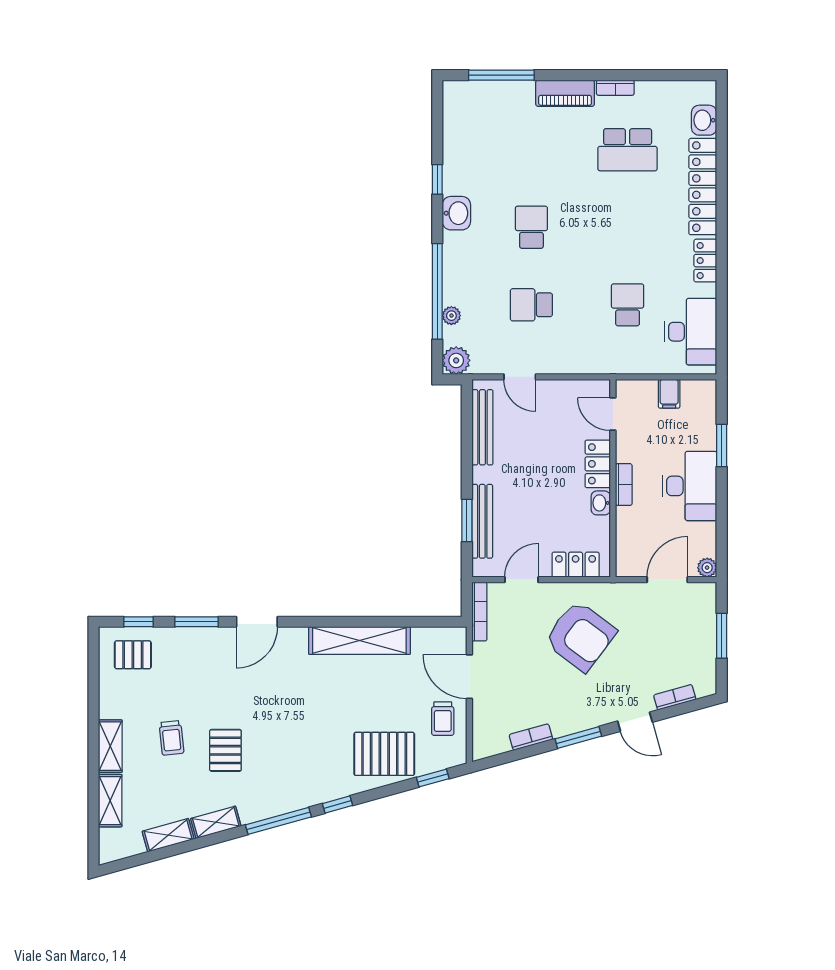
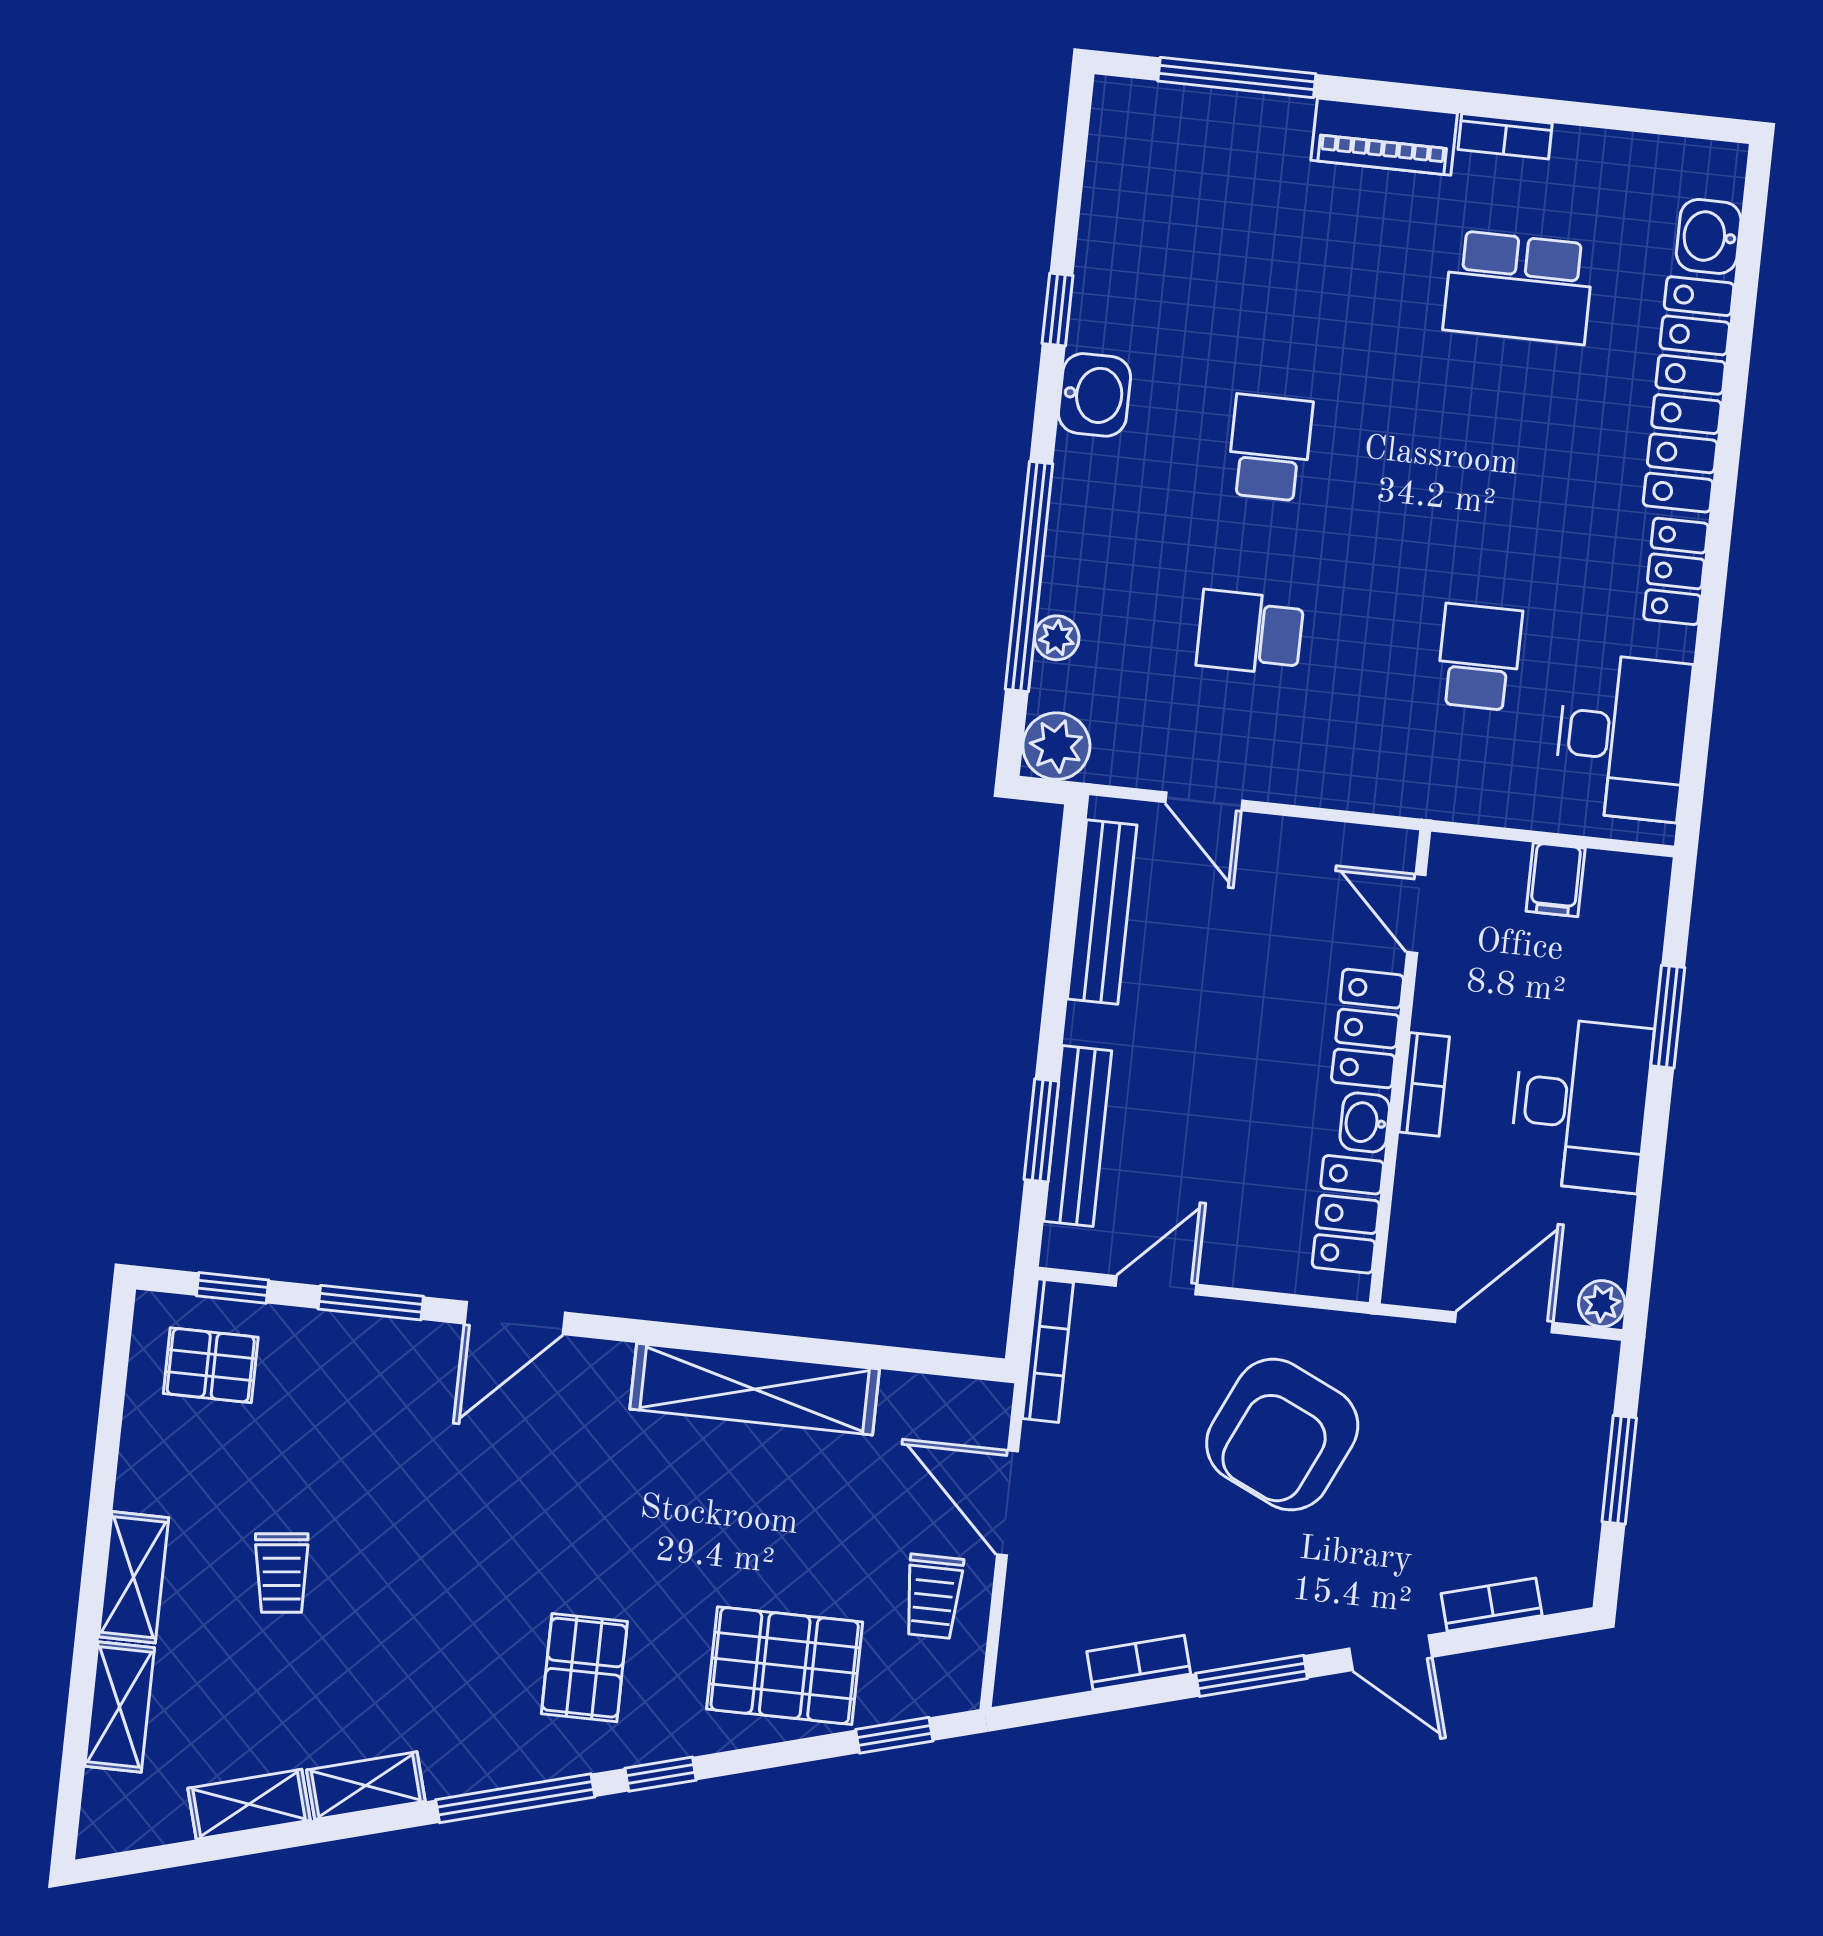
locker: (576, 565) -> (1348, 1214), moved, turned -90
armchair: (580, 636) -> (1282, 1435), turned 78
pallet: (225, 750) -> (584, 1668), moved

